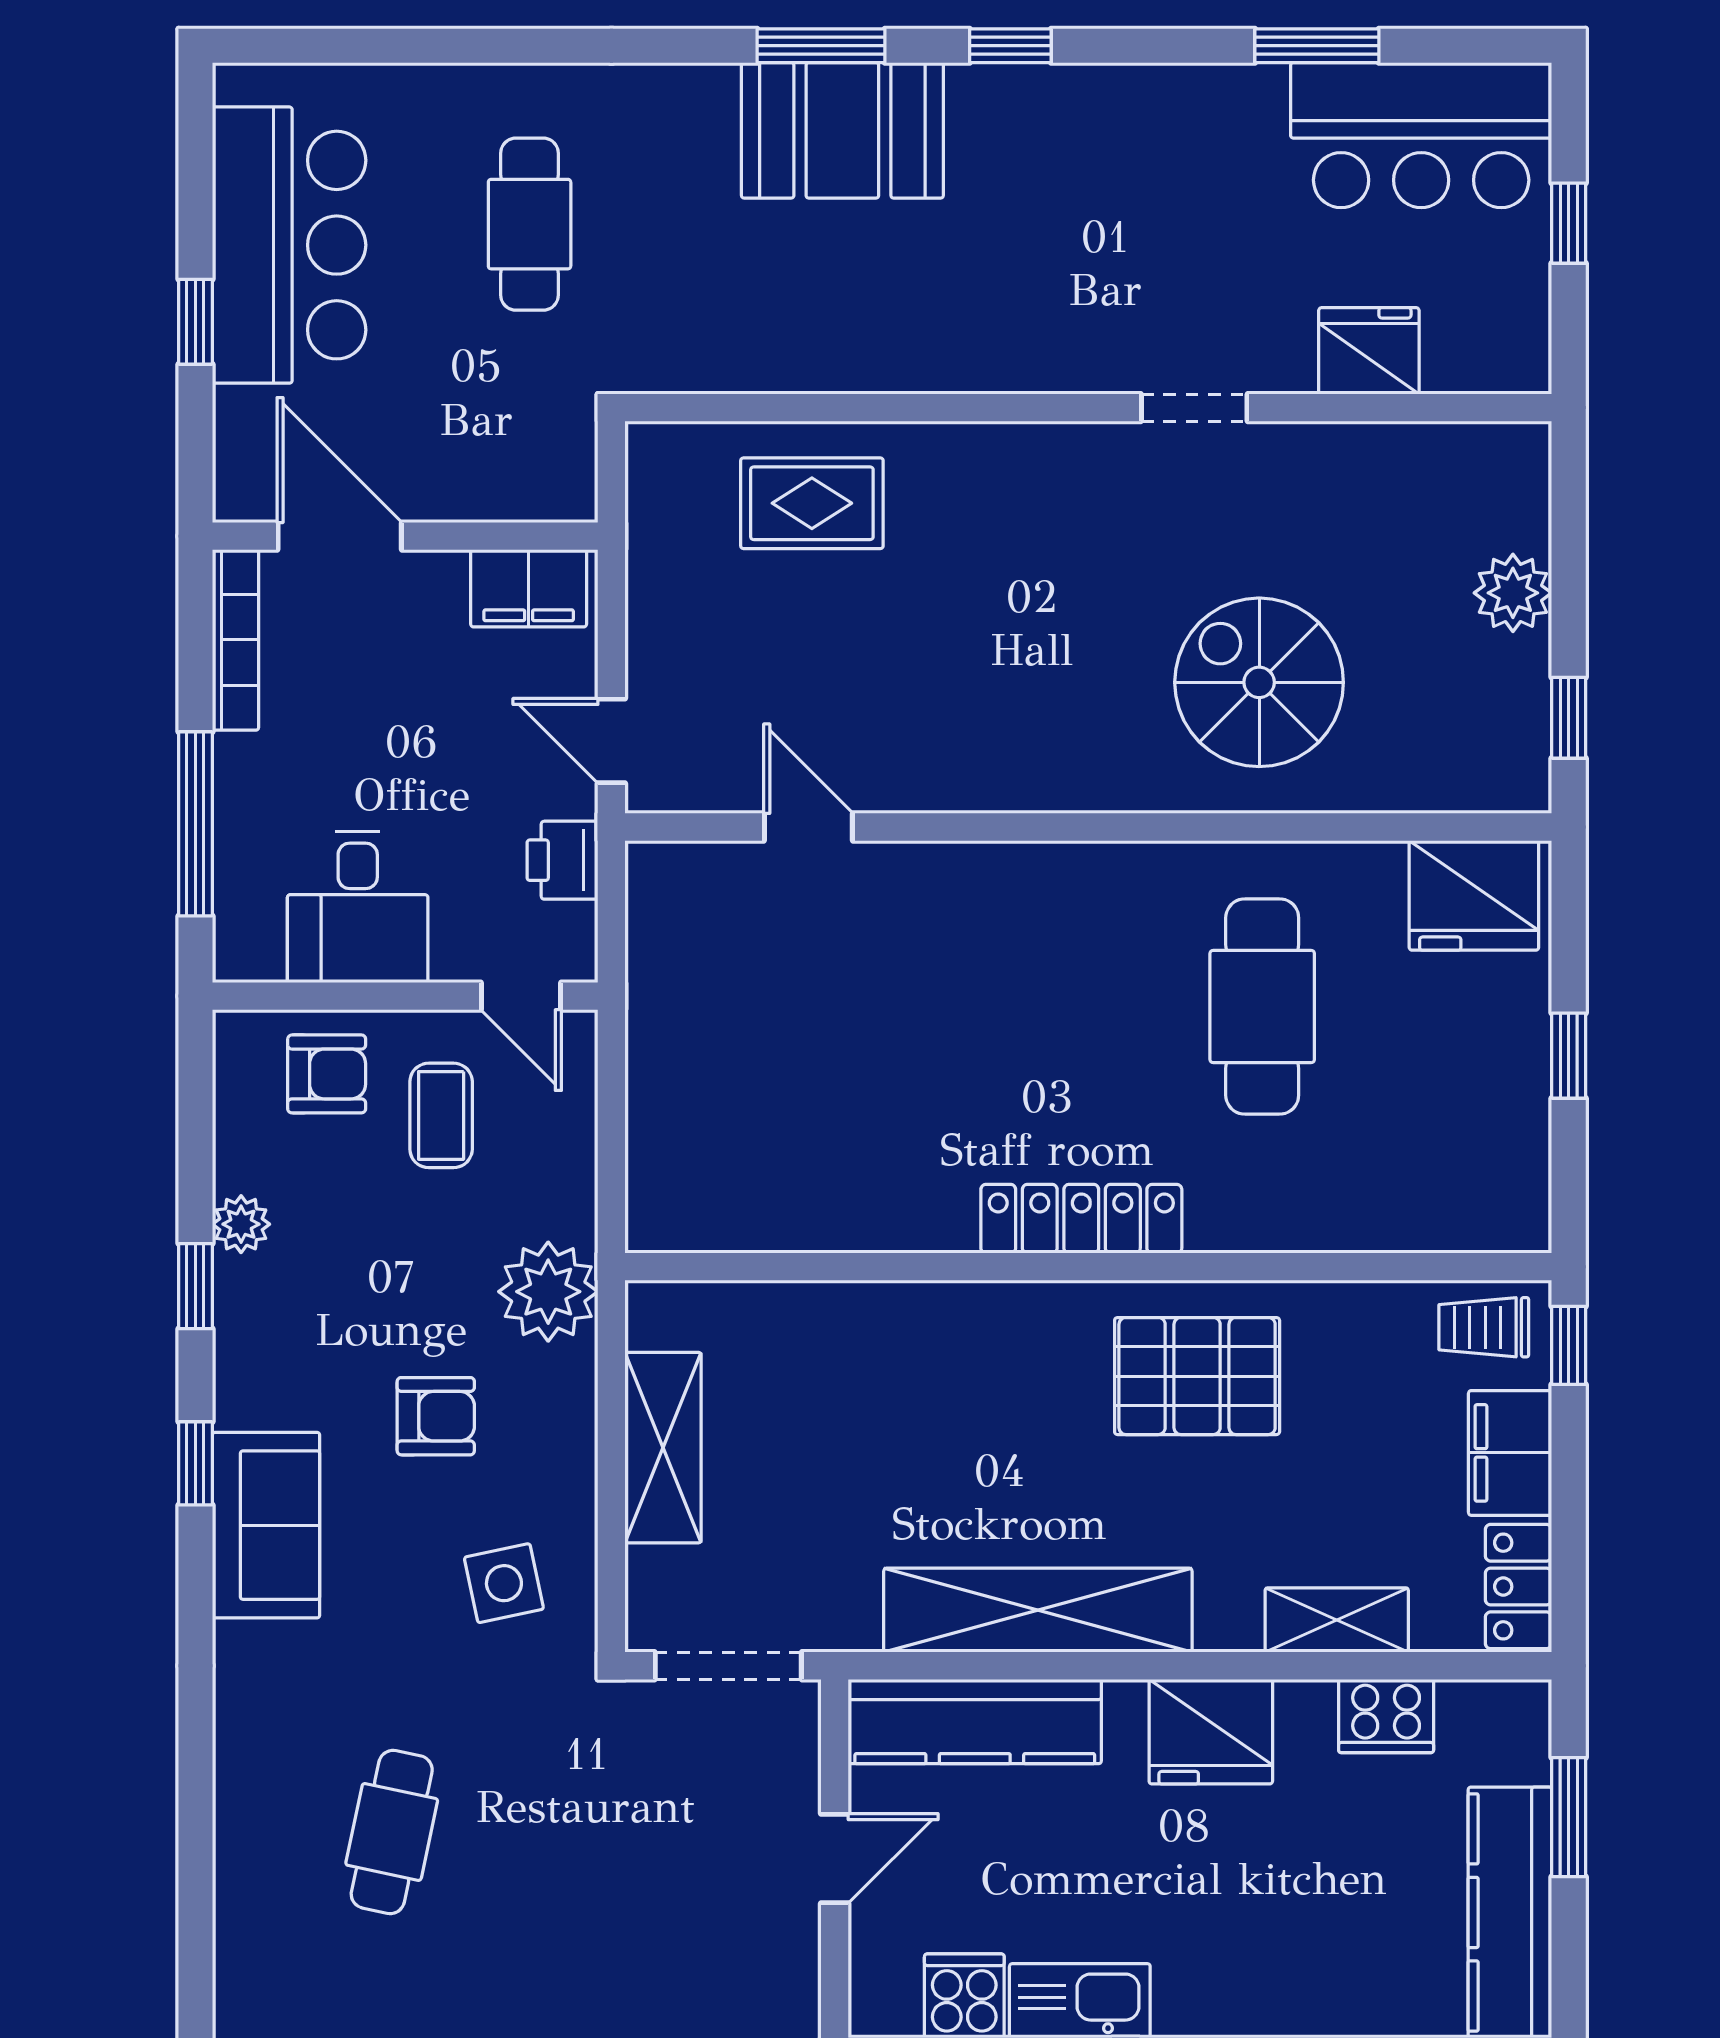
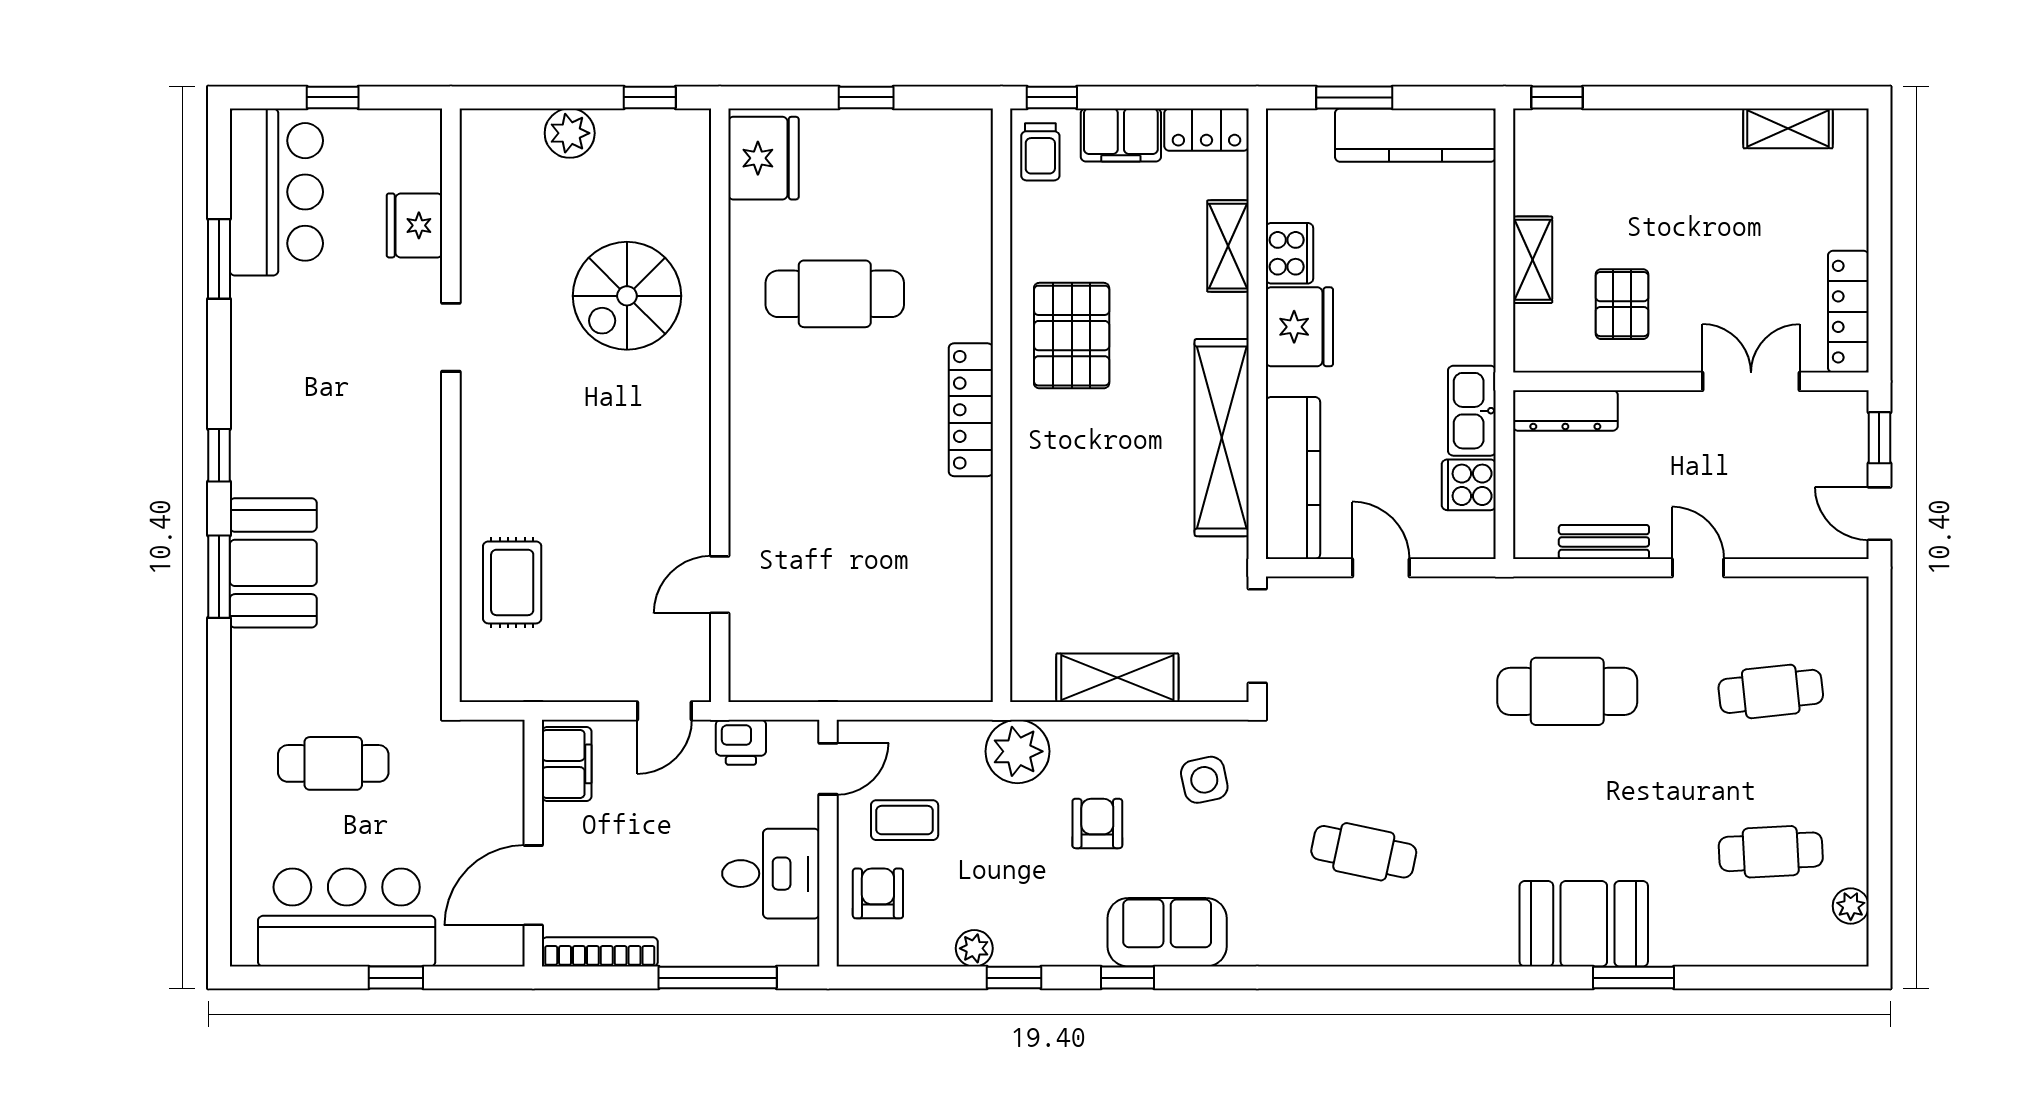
cooker: (1386, 1716) -> (1289, 253), moved

